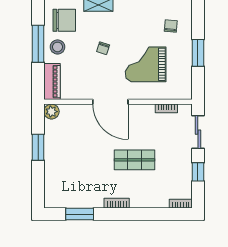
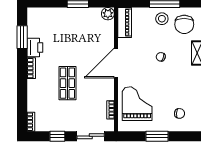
grand piano: (146, 64) -> (137, 104), moved
piano: (52, 82) -> (125, 22), moved, turned -90
printer: (92, 199) -> (35, 47), added

